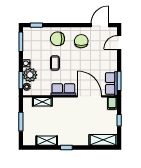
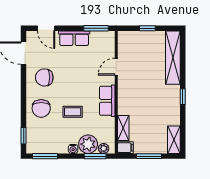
row of seats: (111, 83) -> (74, 38), moved
door: (90, 96) -> (116, 67), width x0.53
filing cabinet: (112, 103) -> (125, 148), moved
shelving: (103, 140) -> (173, 58), width x1.47
shelving: (47, 141) -> (174, 140), moved

